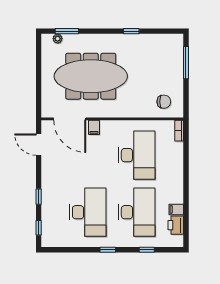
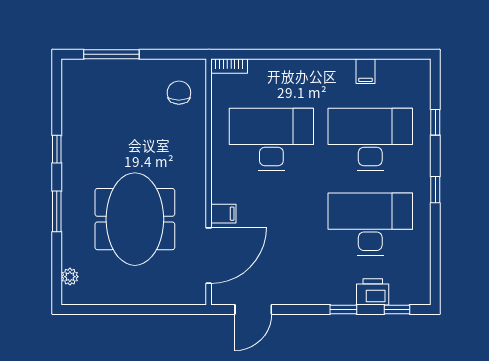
window: (67, 31) -> (57, 211), moved
meeting table: (91, 76) -> (135, 219), width x0.73
printer: (176, 225) -> (373, 292), moved, turned 180

